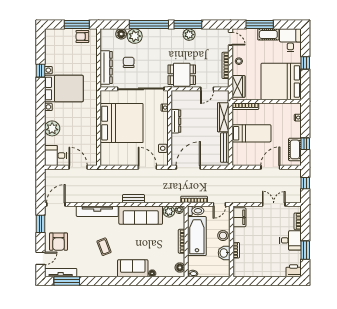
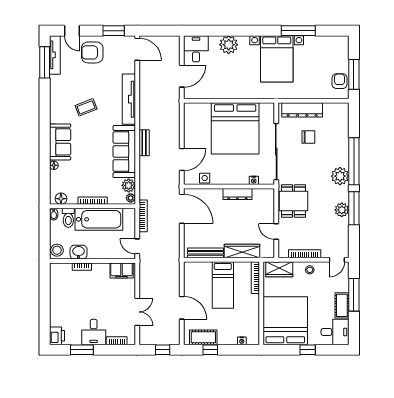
floor lamp: (121, 34) -> (343, 128), removed
plant: (135, 36) -> (340, 176), moved
window: (40, 71) -> (298, 31), width x2.17
toilet: (196, 211) -> (68, 218), moved
stool: (223, 236) -> (57, 250), moved

